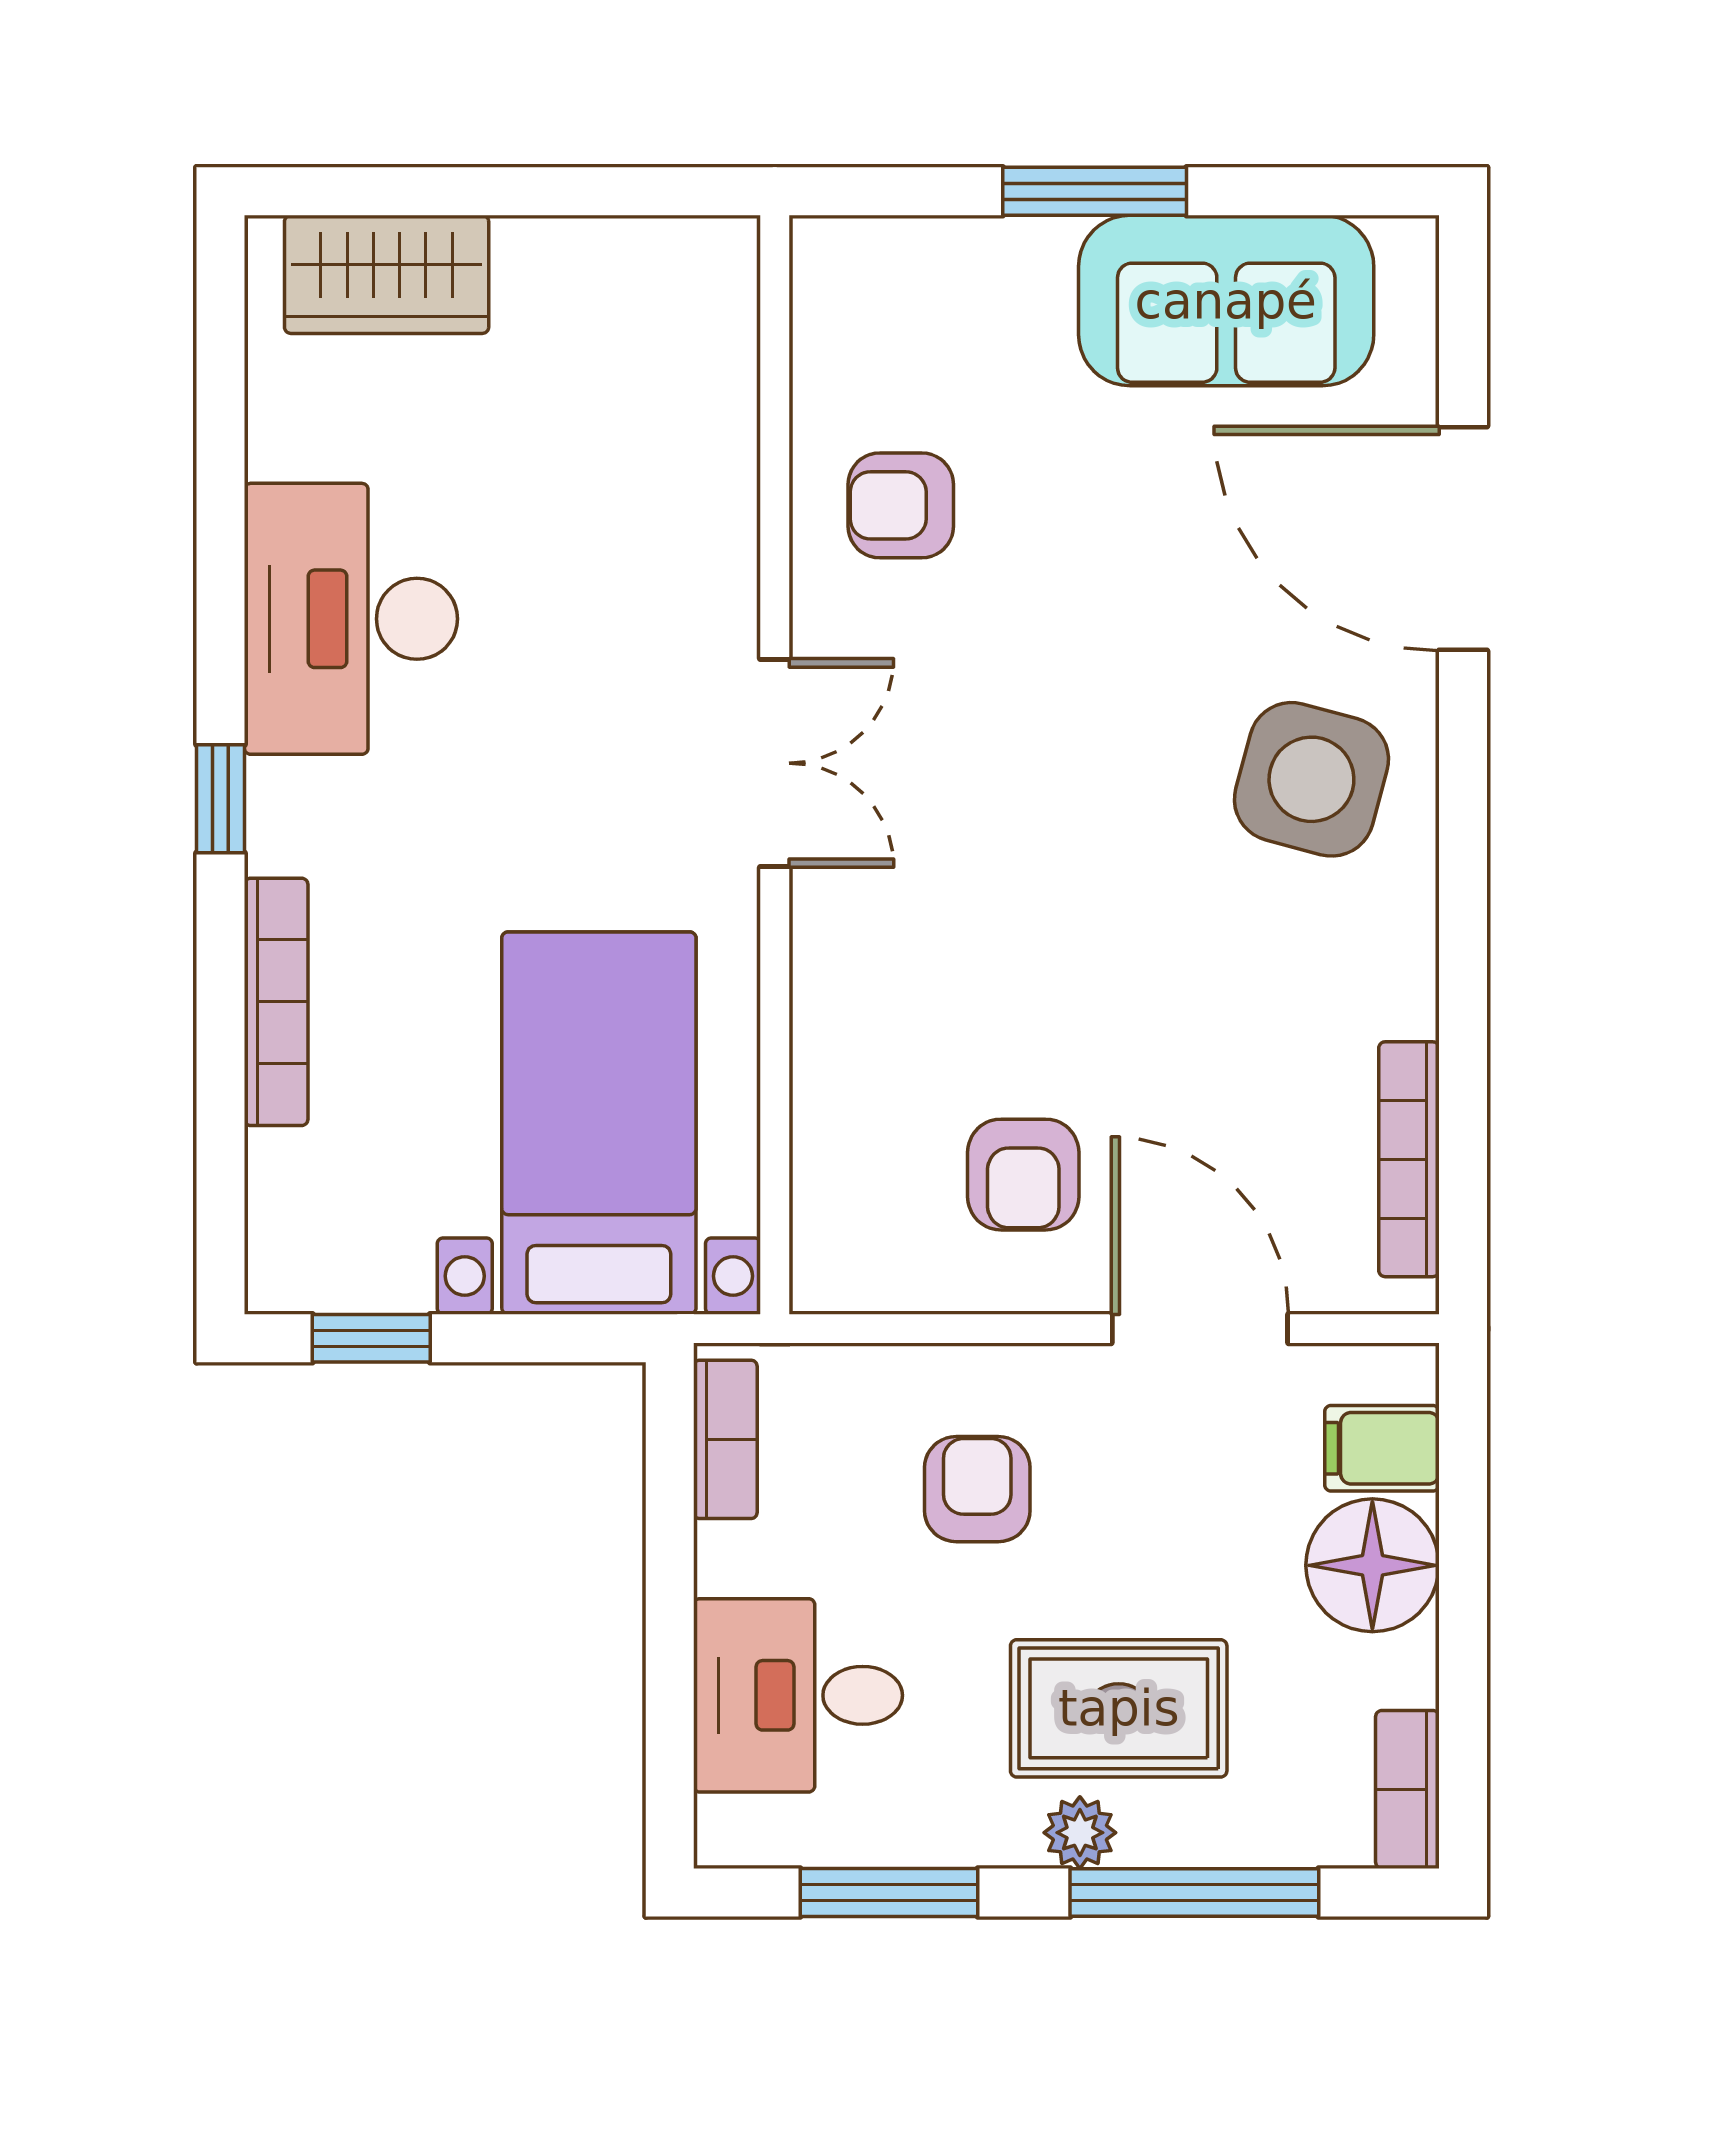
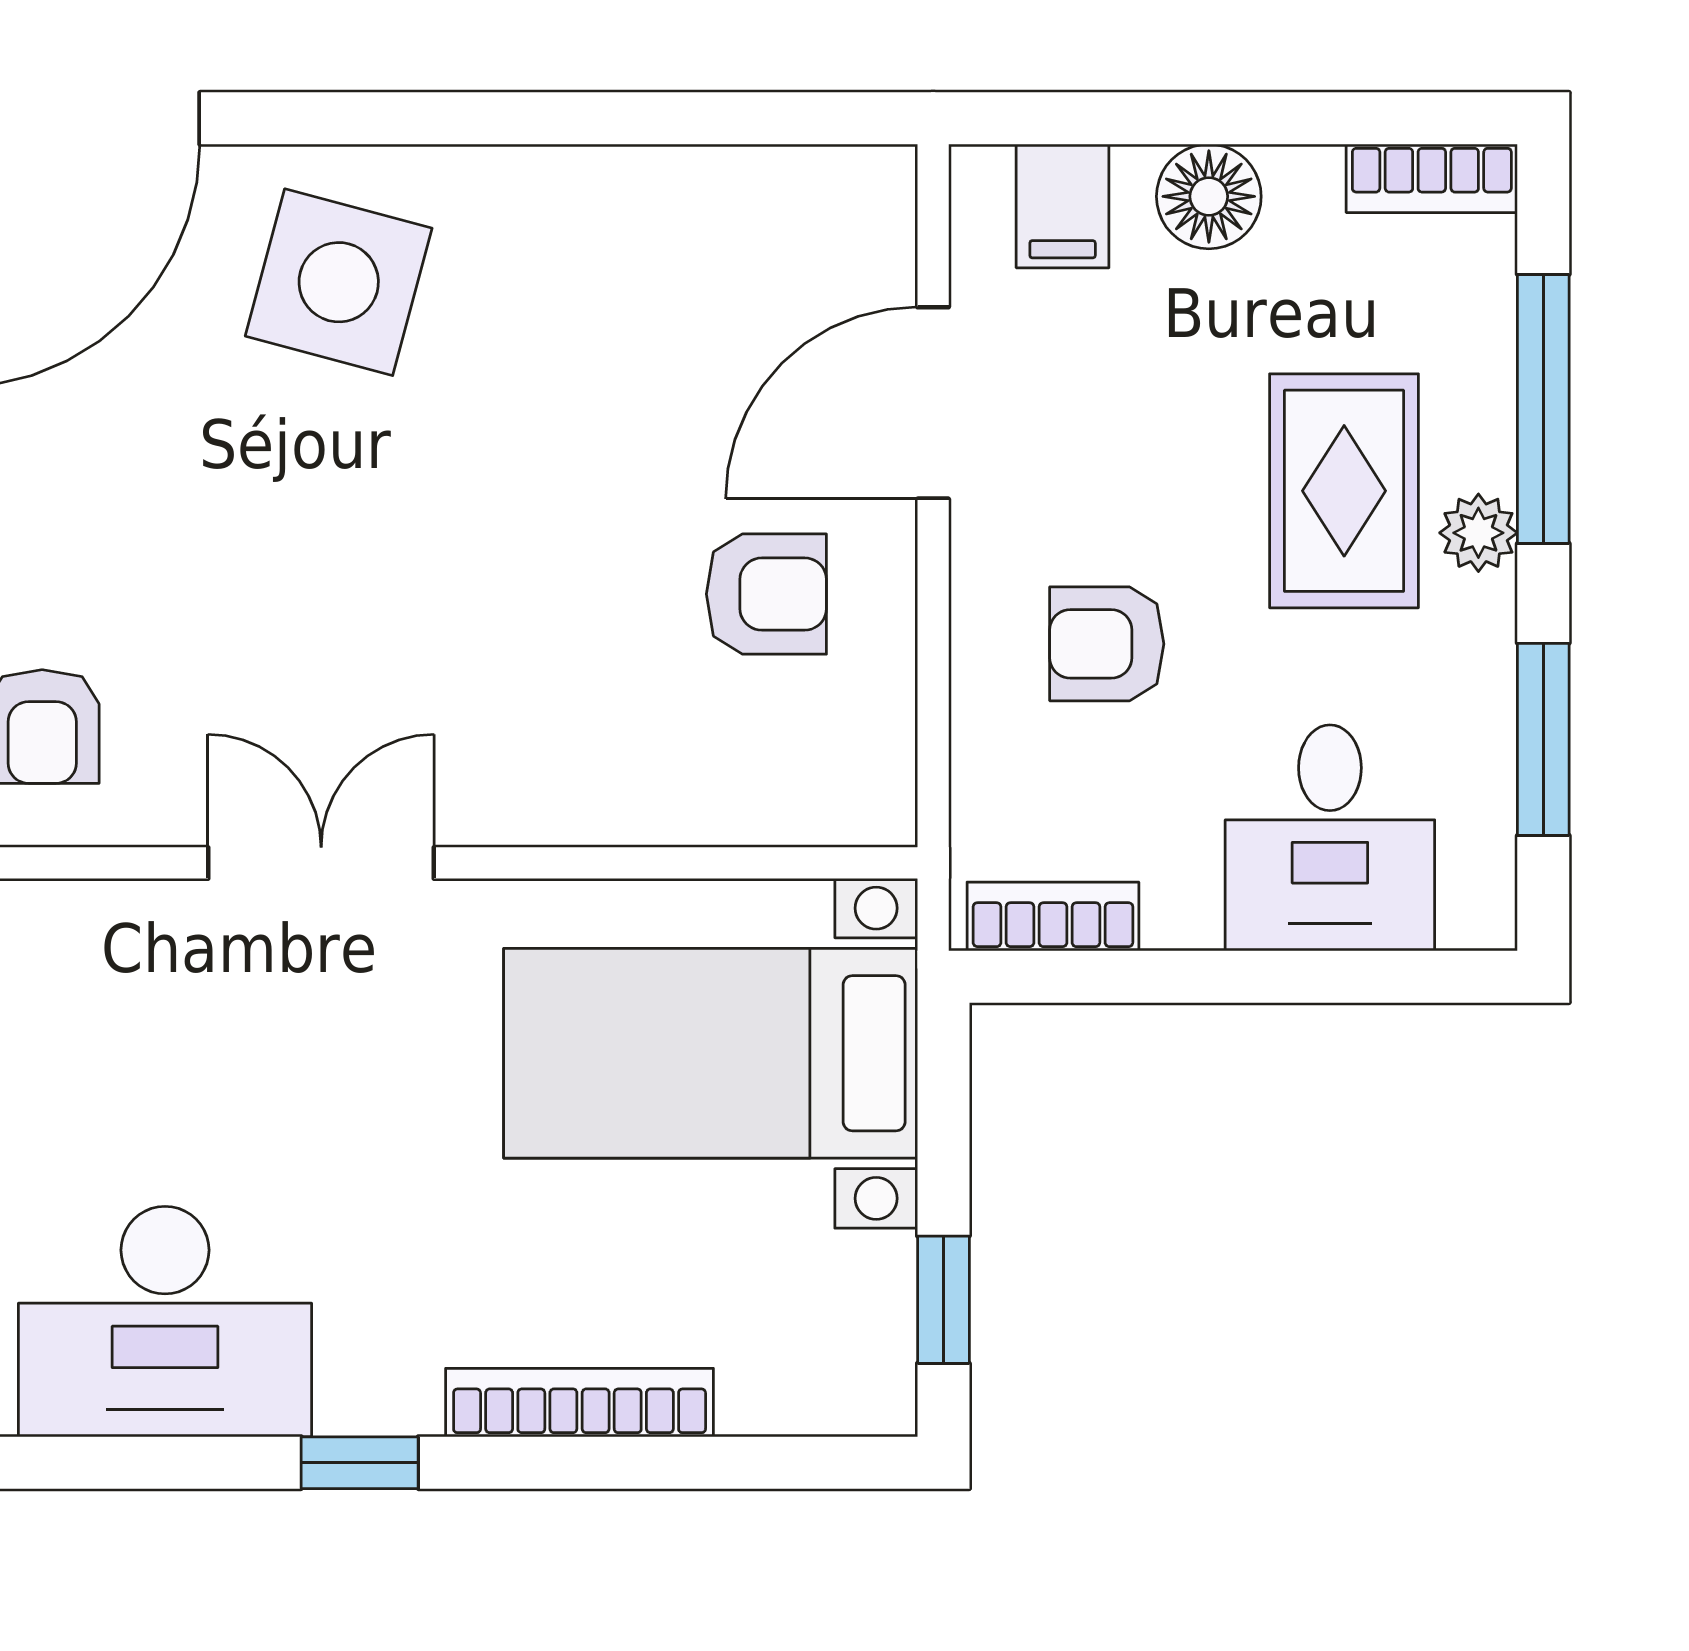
bookcase: (1409, 1159) -> (750, 177), removed
floor lamp: (1372, 1565) -> (1209, 196), width x0.73, depth x0.73

